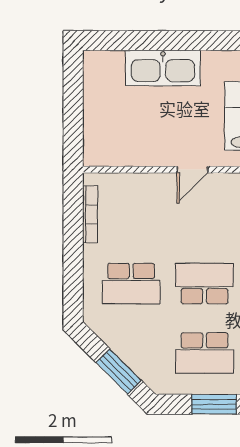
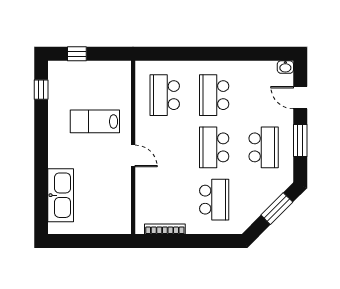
kitchen sink: (163, 68) -> (61, 195), moved

